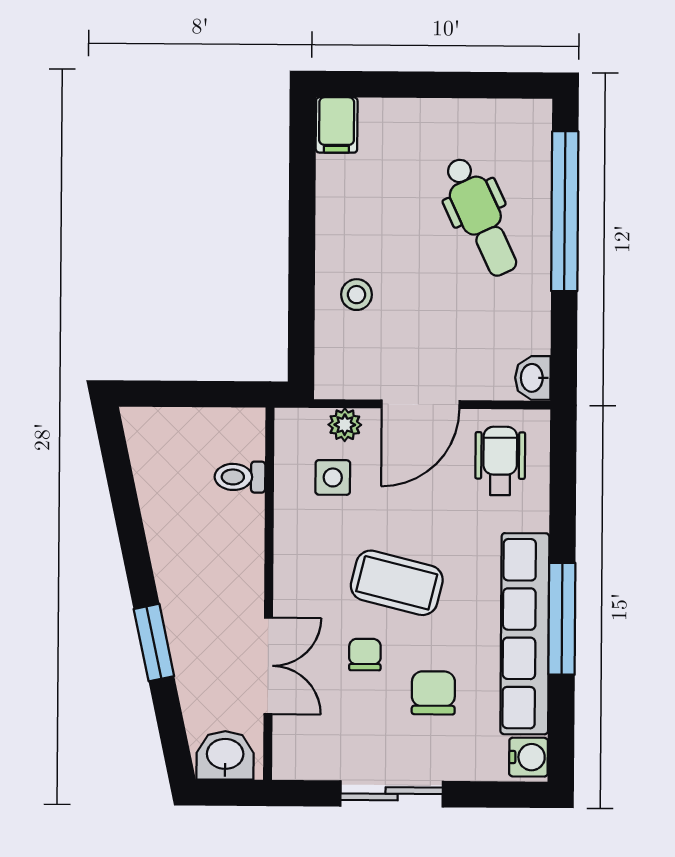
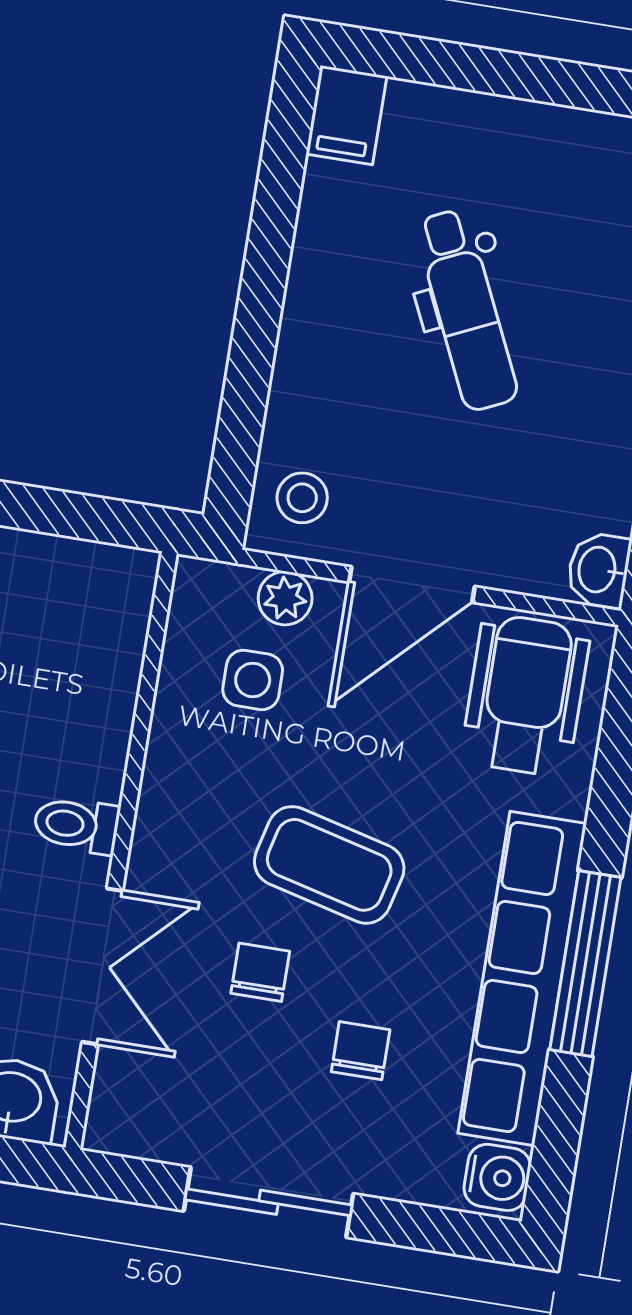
dental chair: (480, 217) -> (466, 310), moved
stool: (357, 295) -> (302, 498), moved
wheelchair: (500, 461) -> (525, 695), width x1.36, depth x1.37
toilet: (240, 477) -> (76, 825), moved
chair: (433, 693) -> (361, 1051), width x0.73, depth x0.73

